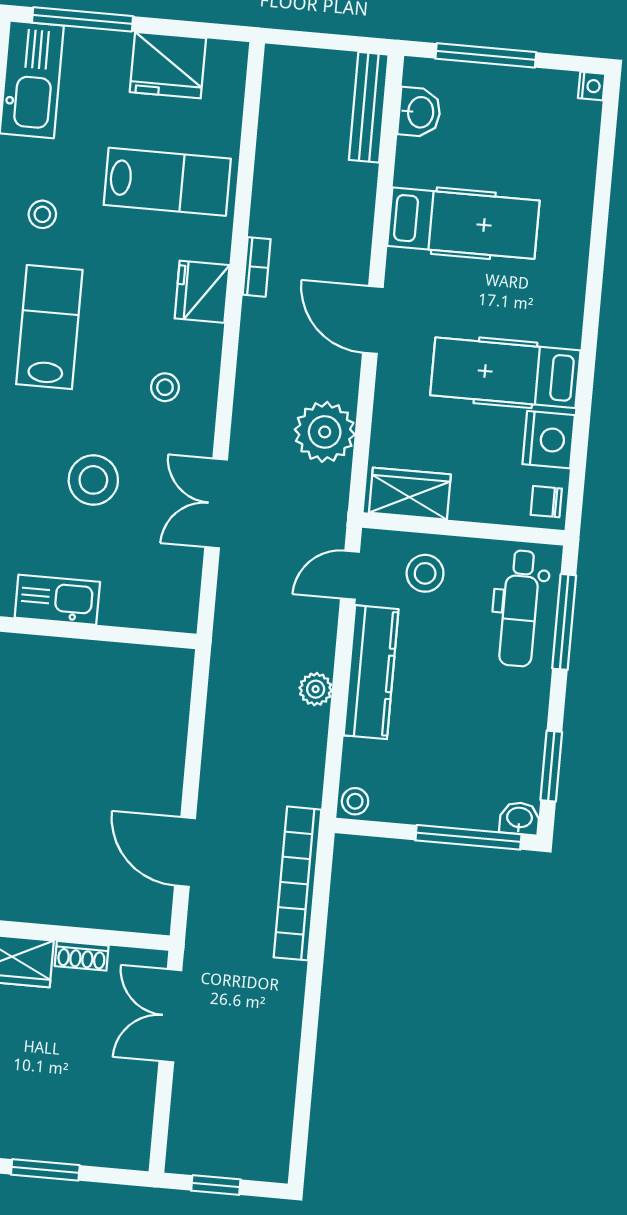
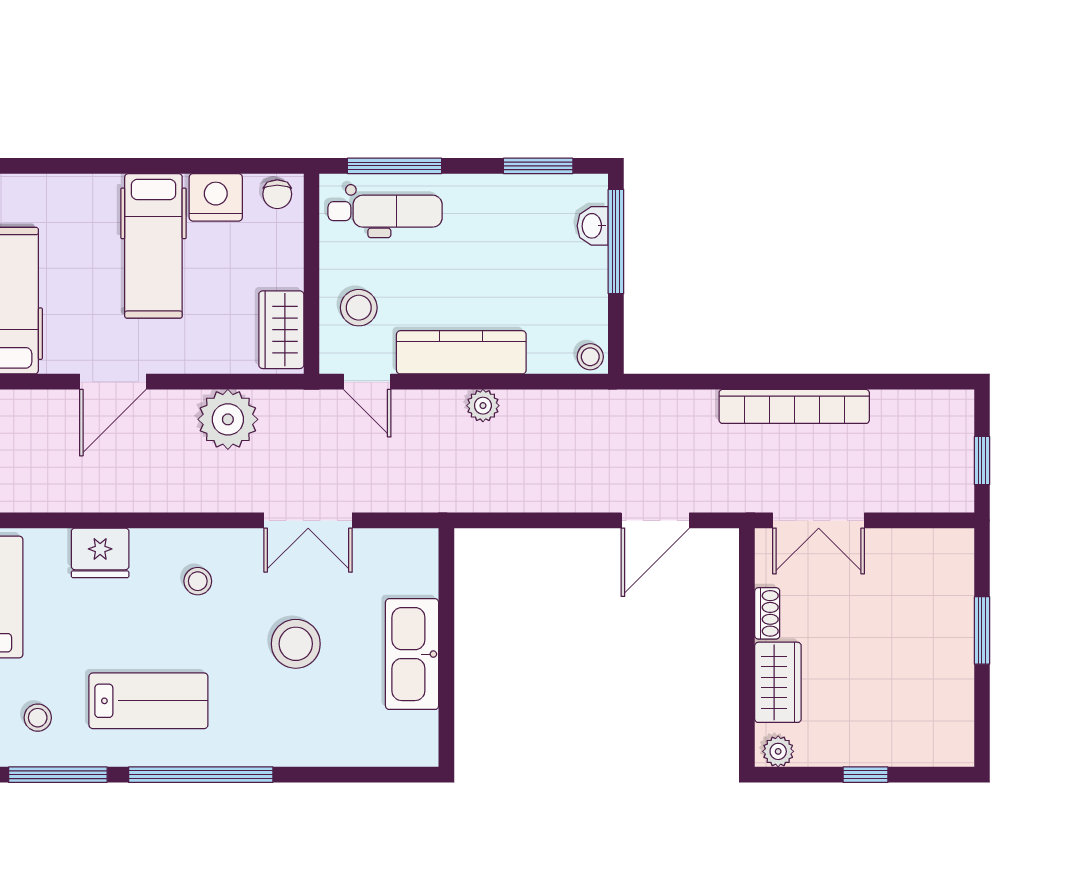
bookcase: (257, 267) -> (71, 501), removed
lab bench: (49, 327) -> (148, 701), turned 180
kitchen sink: (57, 600) -> (412, 654), width x1.36, depth x1.24
washbasin: (519, 818) -> (593, 226), moved
bookcase: (297, 883) -> (794, 406), moved

